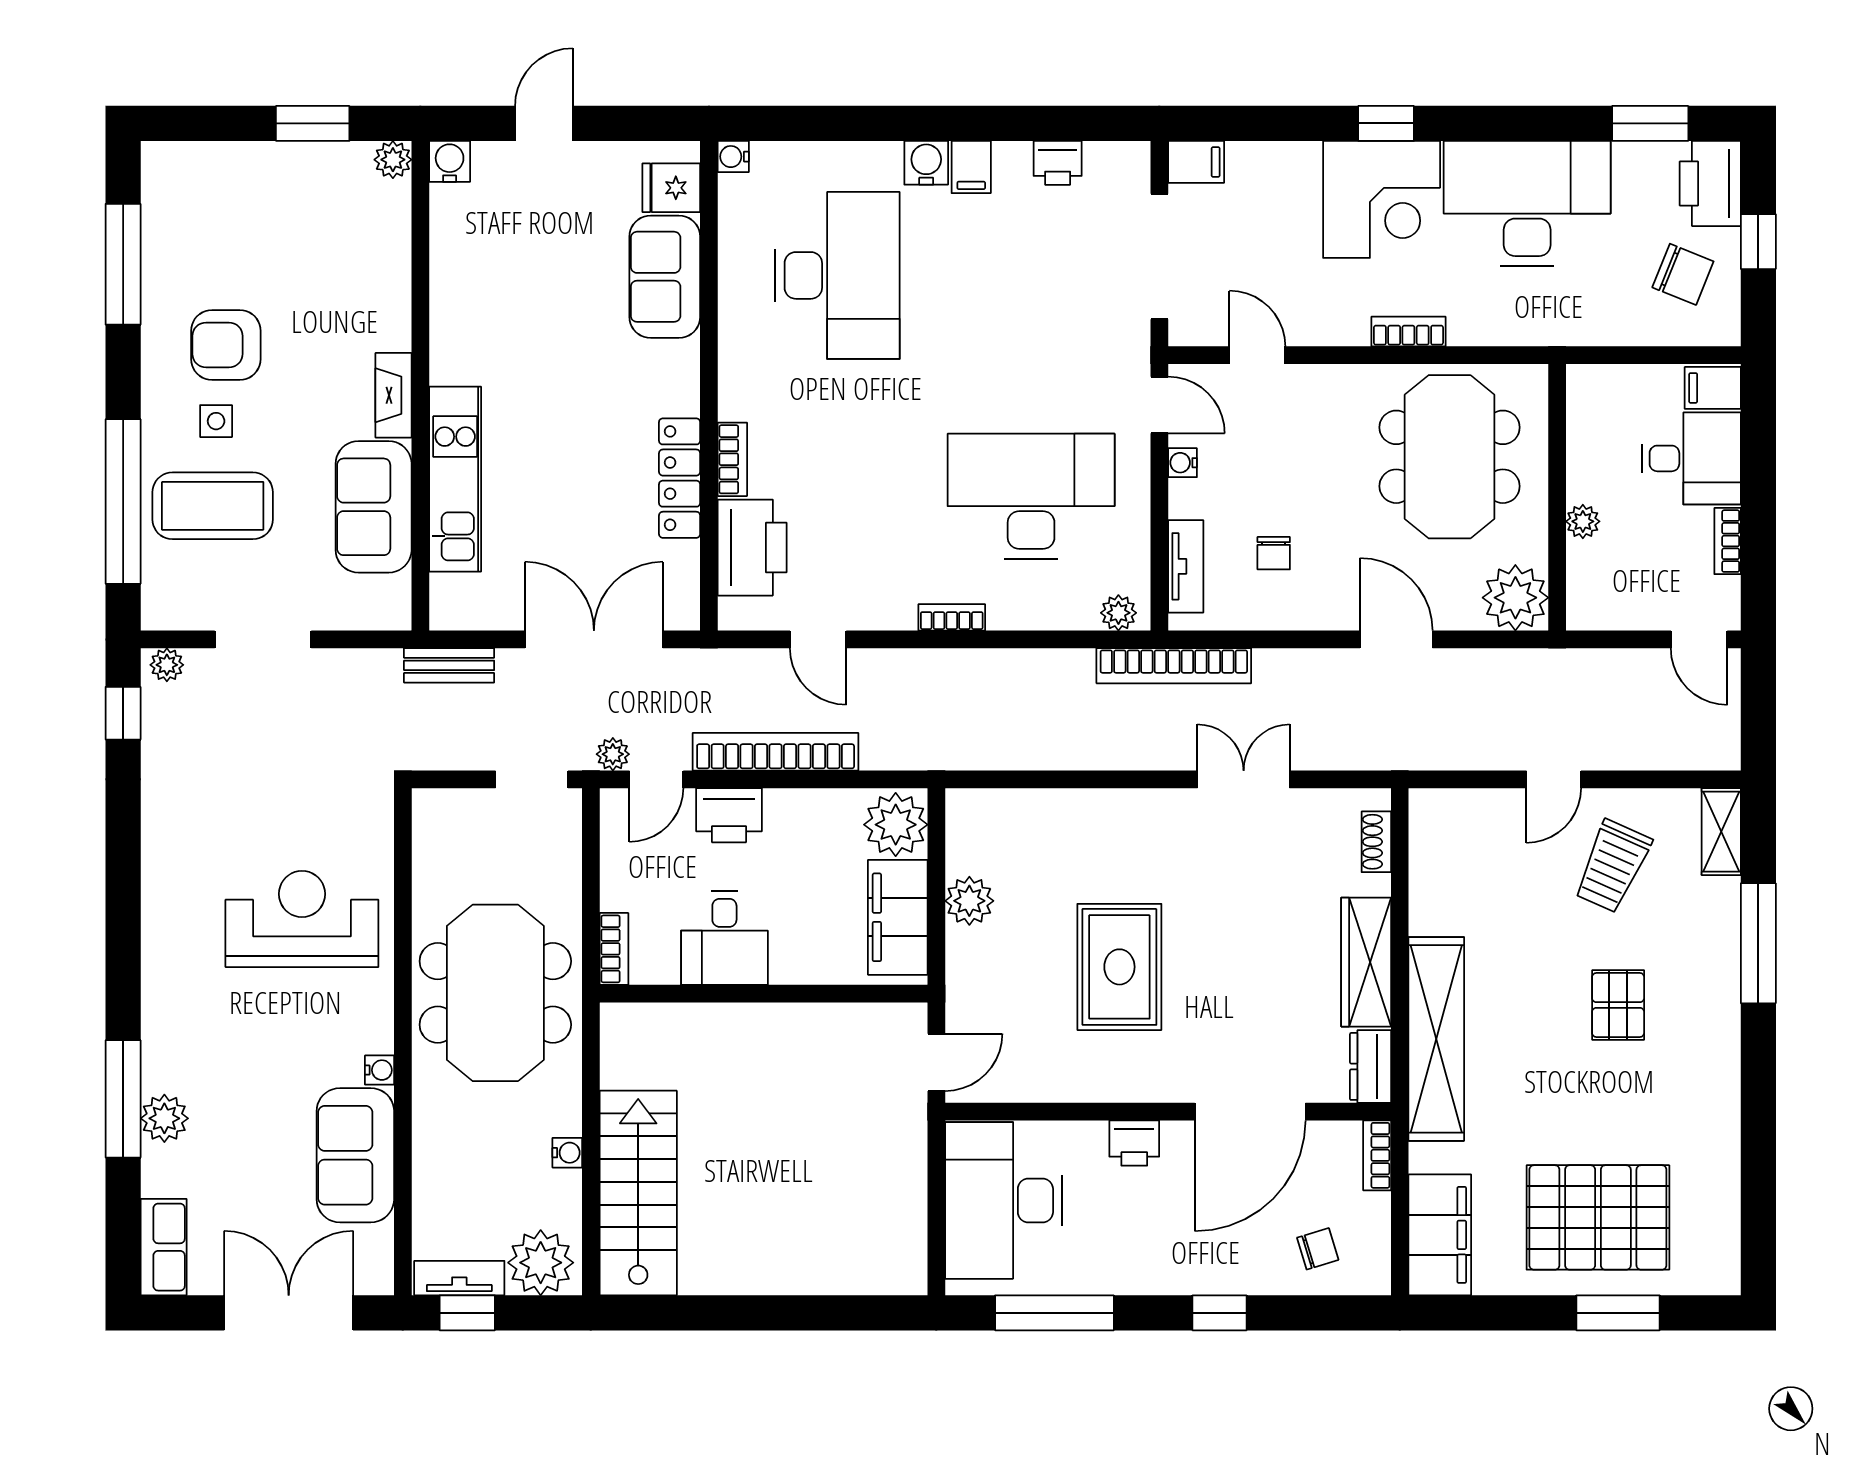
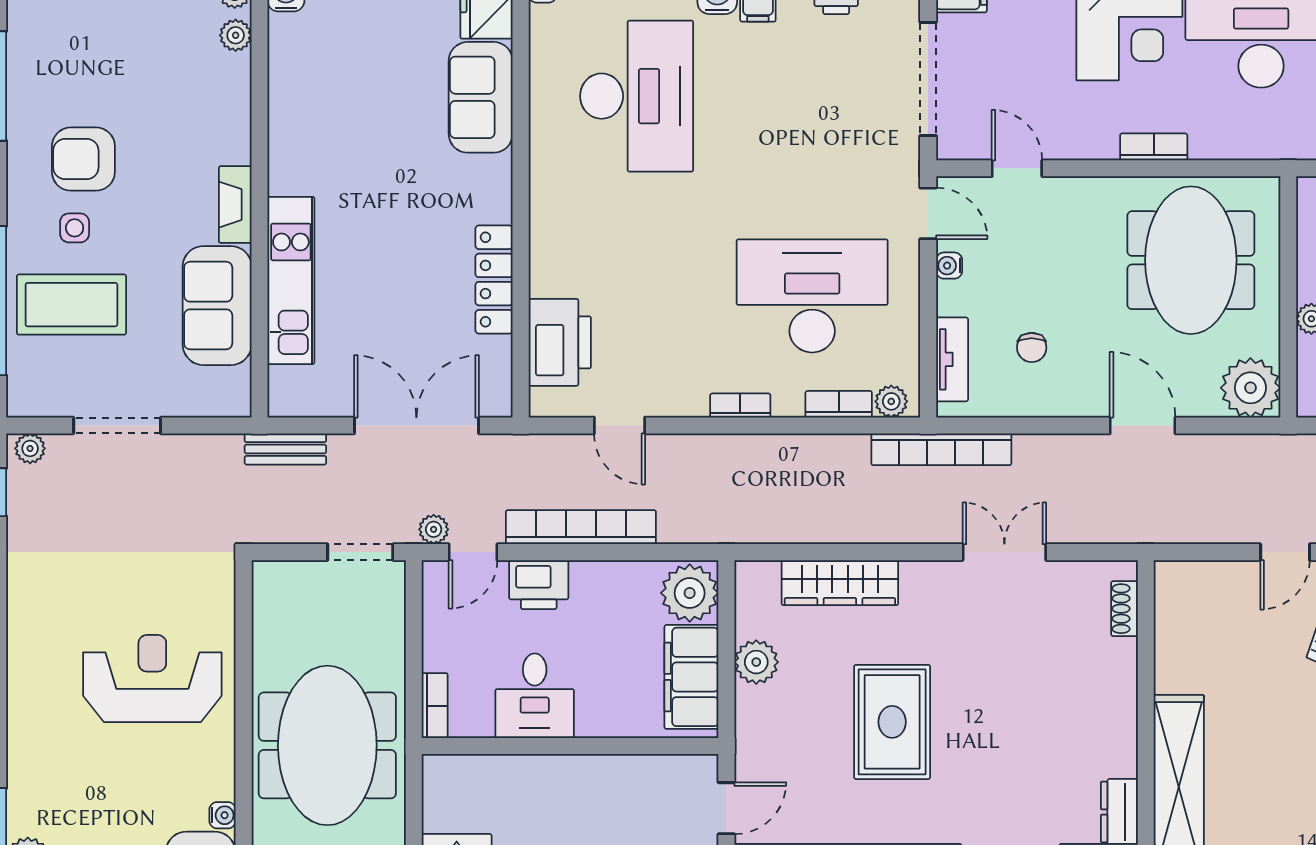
plant: (394, 208) -> (236, 35), added
bookcase: (732, 459) -> (839, 404), moved, turned -90
wardrobe: (1366, 962) -> (840, 583), moved, turned -90

